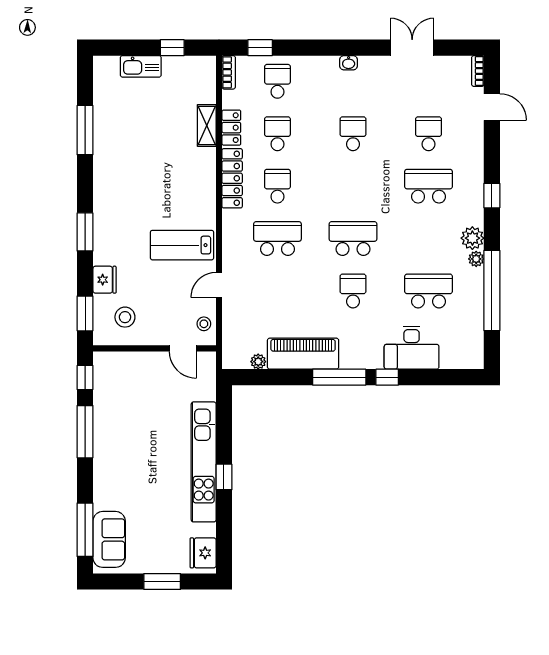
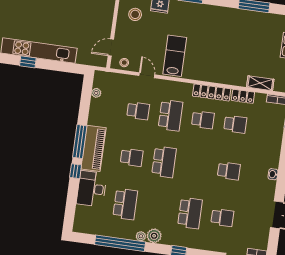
school desk: (277, 81) -> (138, 111), moved
shelving: (207, 125) -> (260, 83), moved
piano: (303, 354) -> (93, 148), moved

